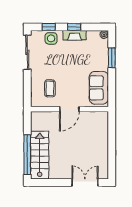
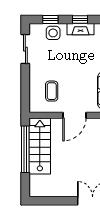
sliding door: (27, 52) -> (25, 49), width x0.73
window: (27, 155) -> (25, 149), moved
stairs: (40, 155) -> (40, 146), moved

